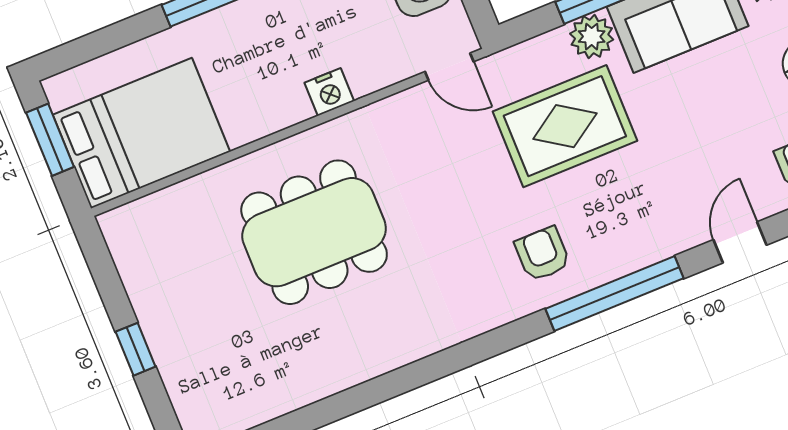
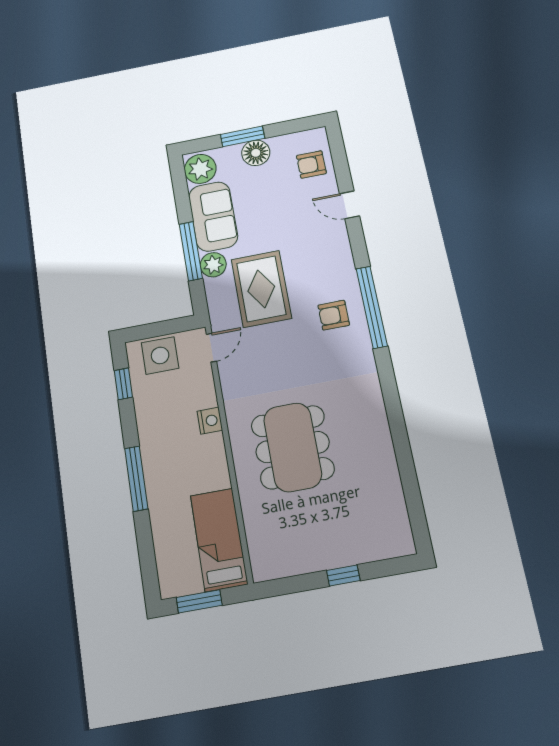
bed: (141, 133) -> (219, 540), width x0.67
window: (614, 294) -> (372, 307), moved

